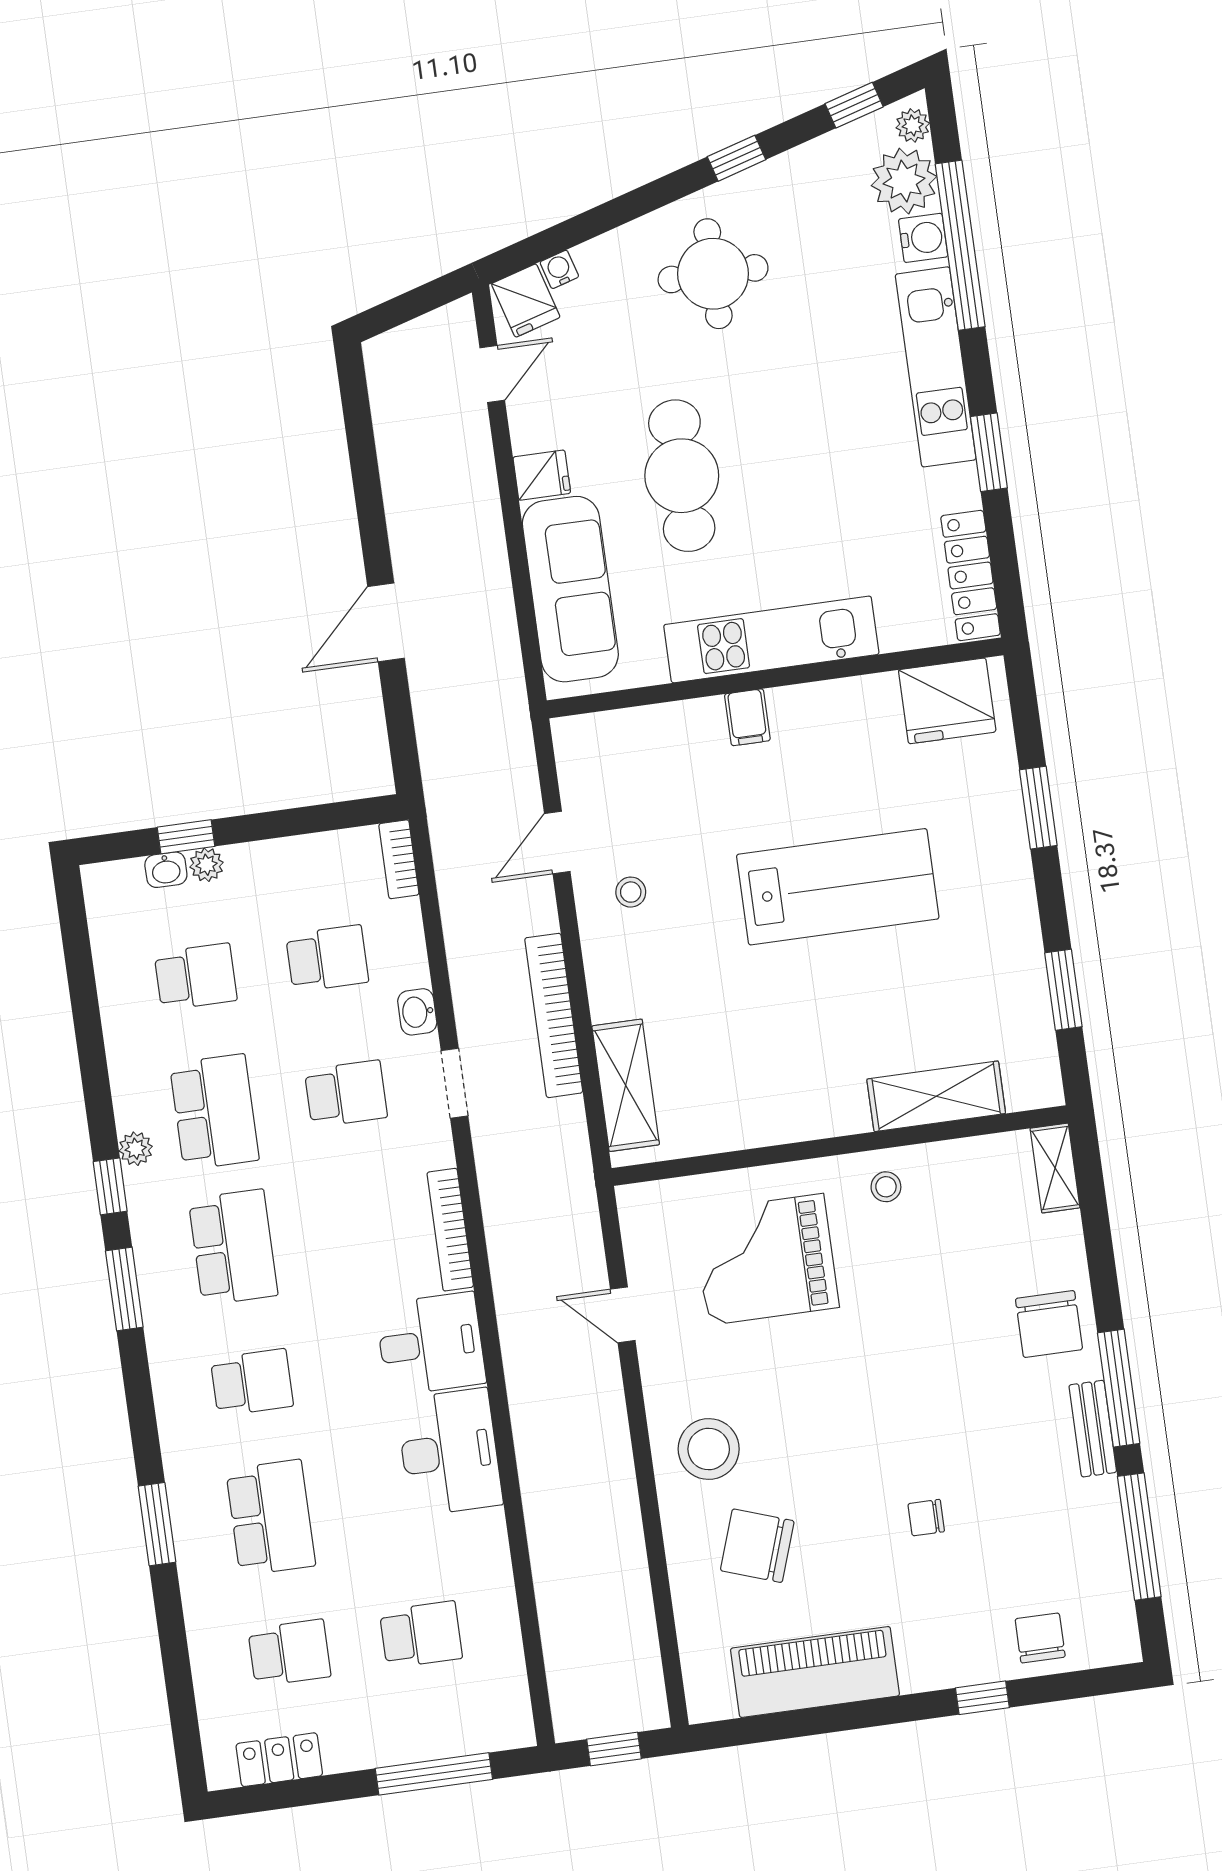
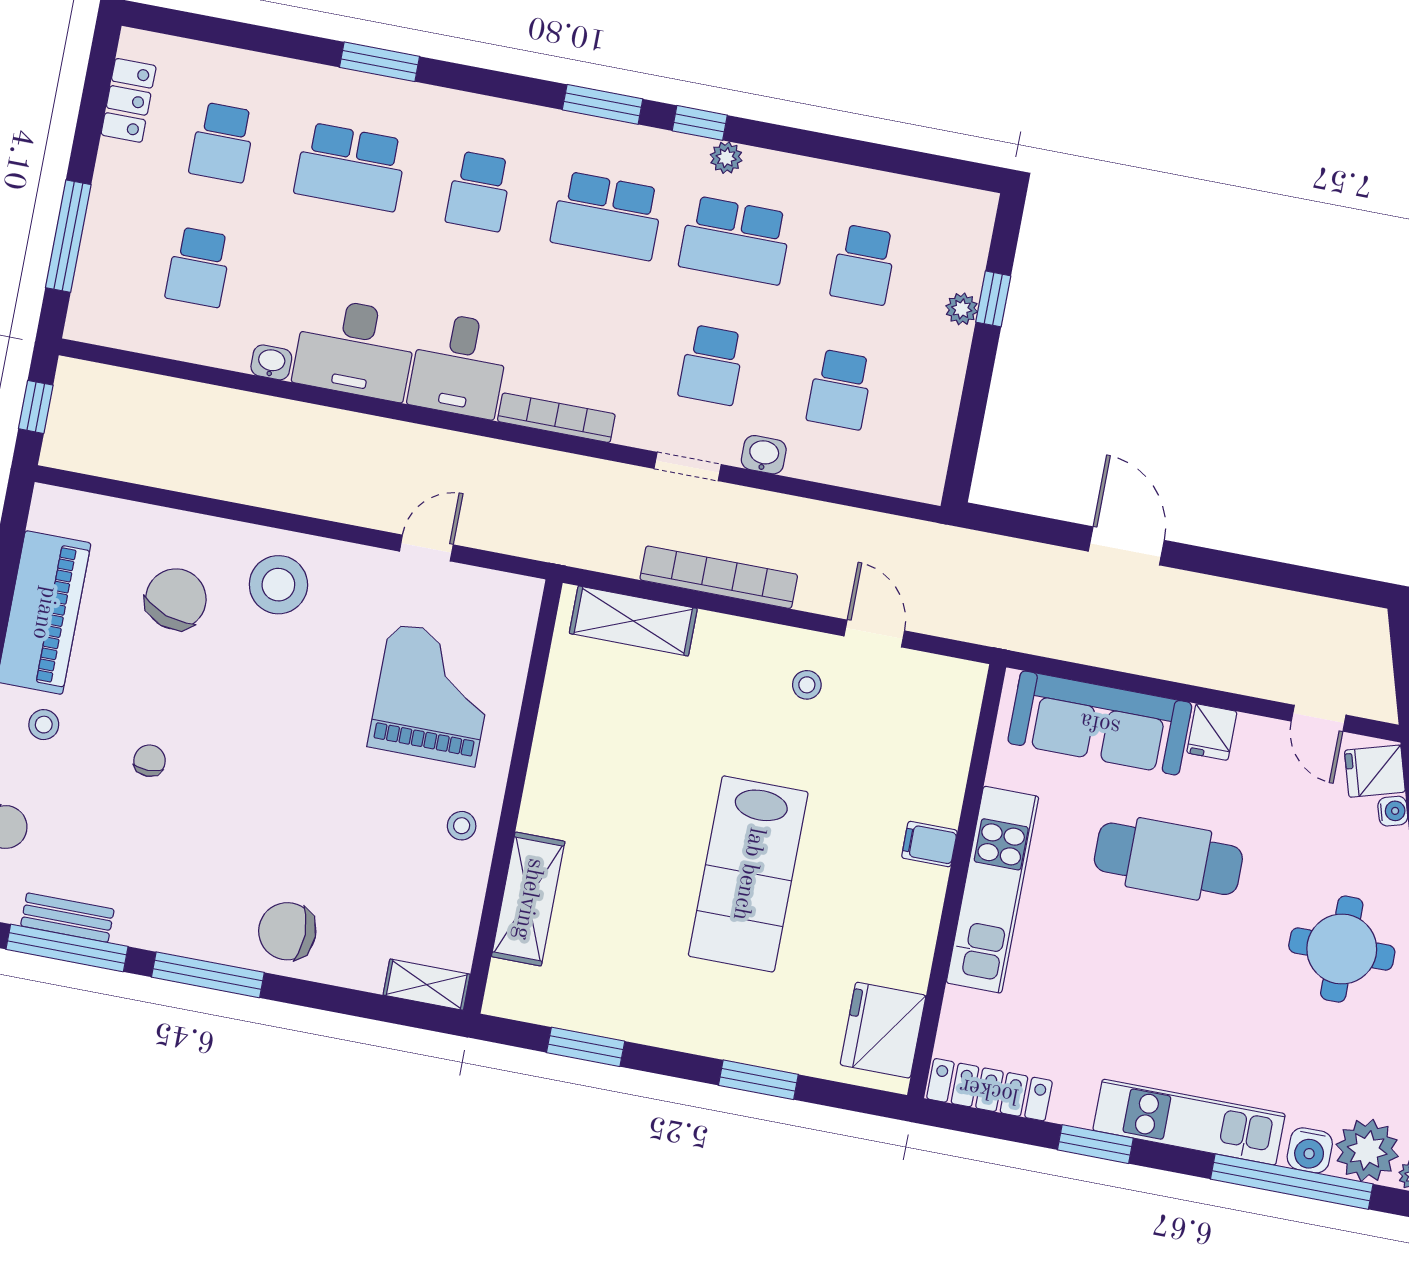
bookcase: (399, 859) -> (908, 485), removed
washbasin: (166, 870) -> (271, 362), moved, turned 90
bench: (1093, 1429) -> (67, 918), moved
stool: (926, 1634) -> (44, 725), added

